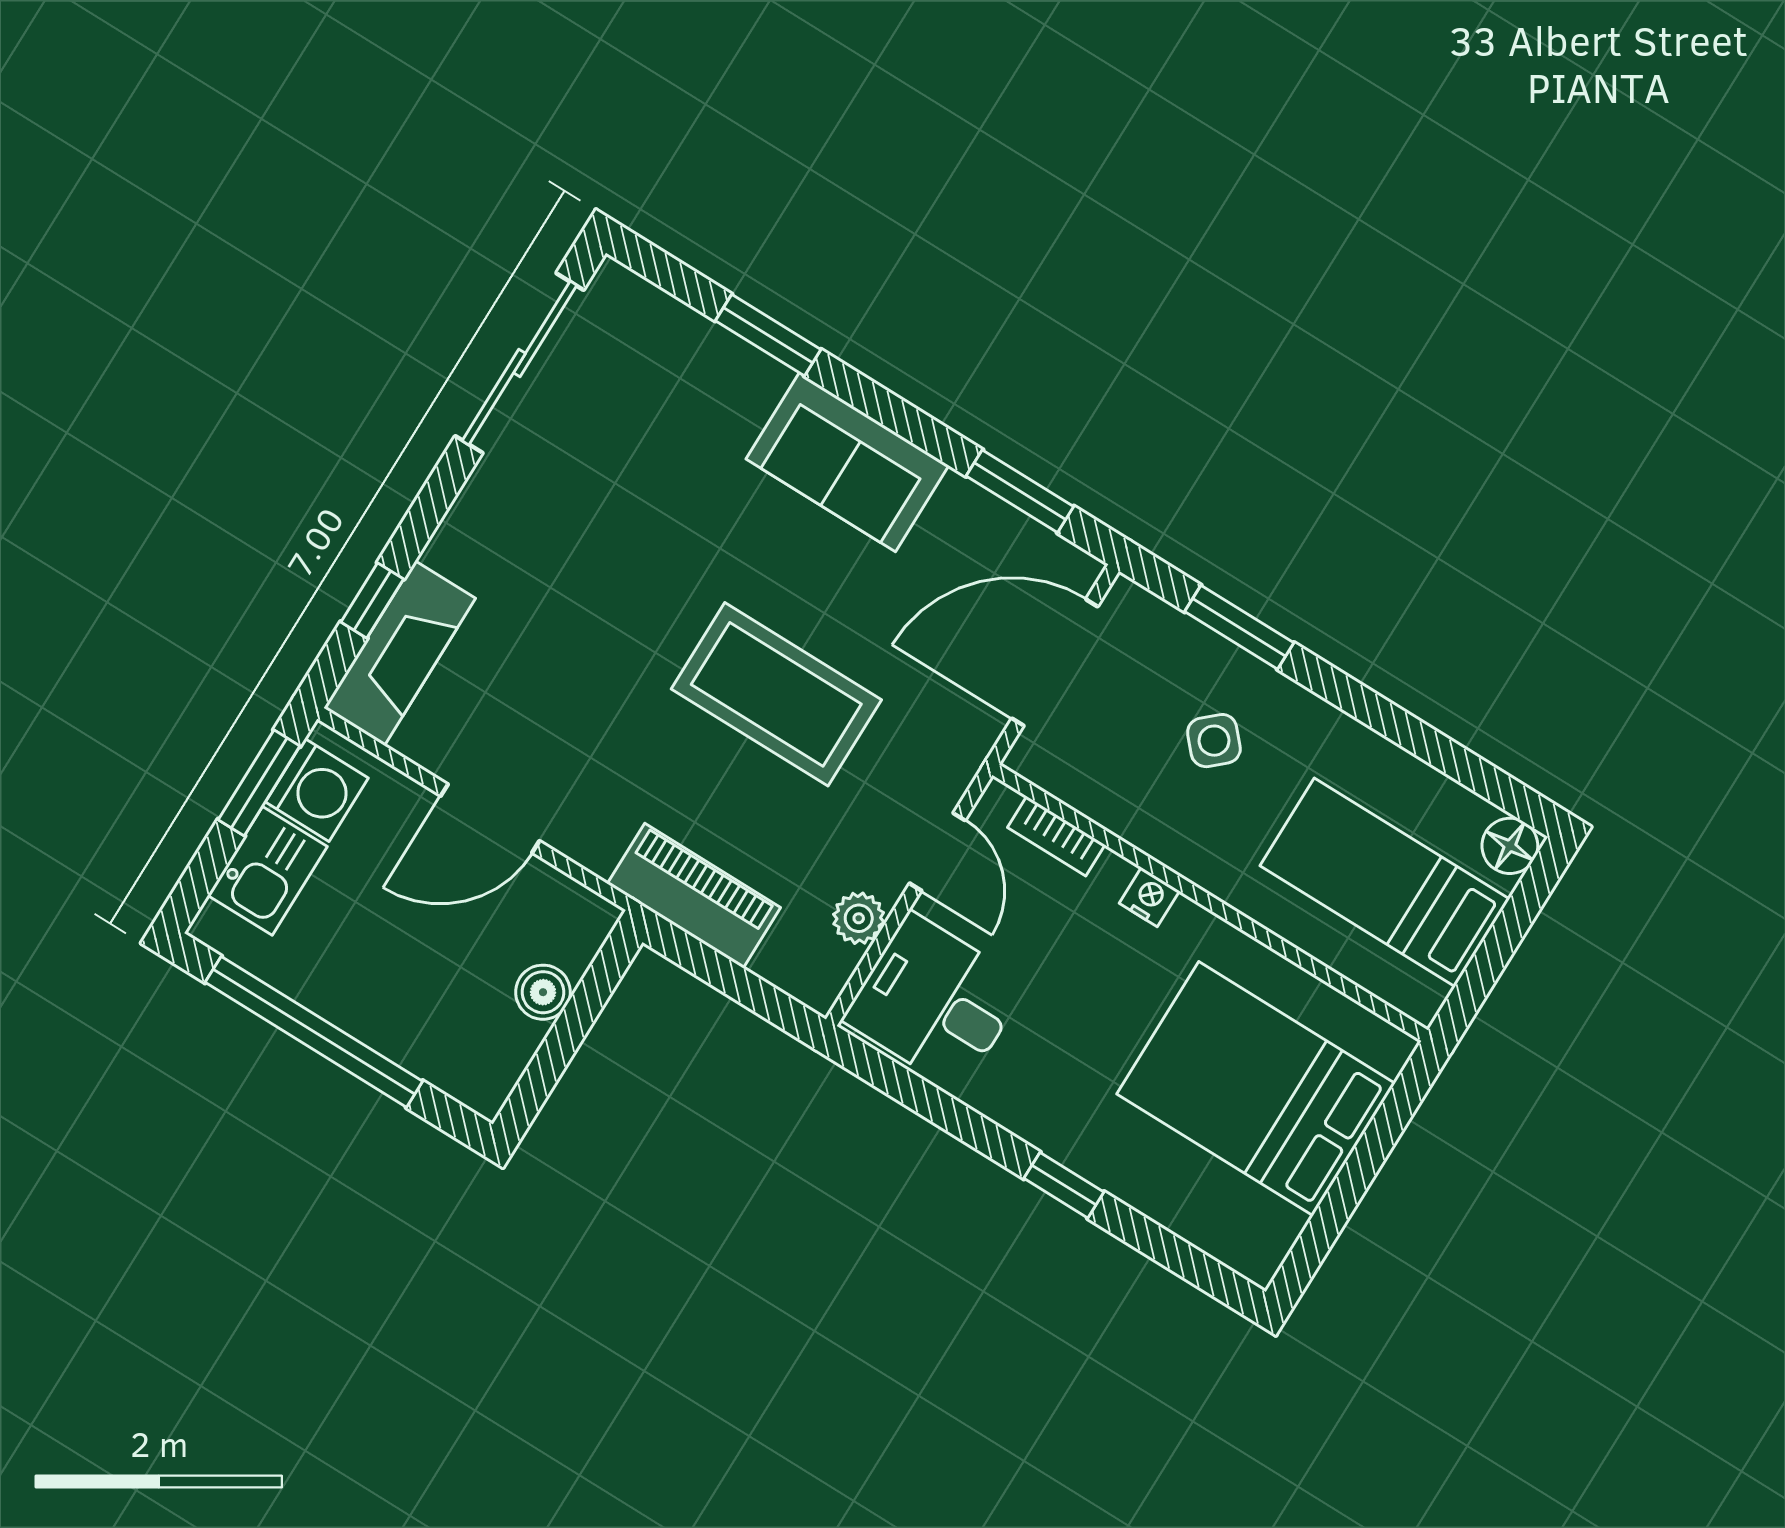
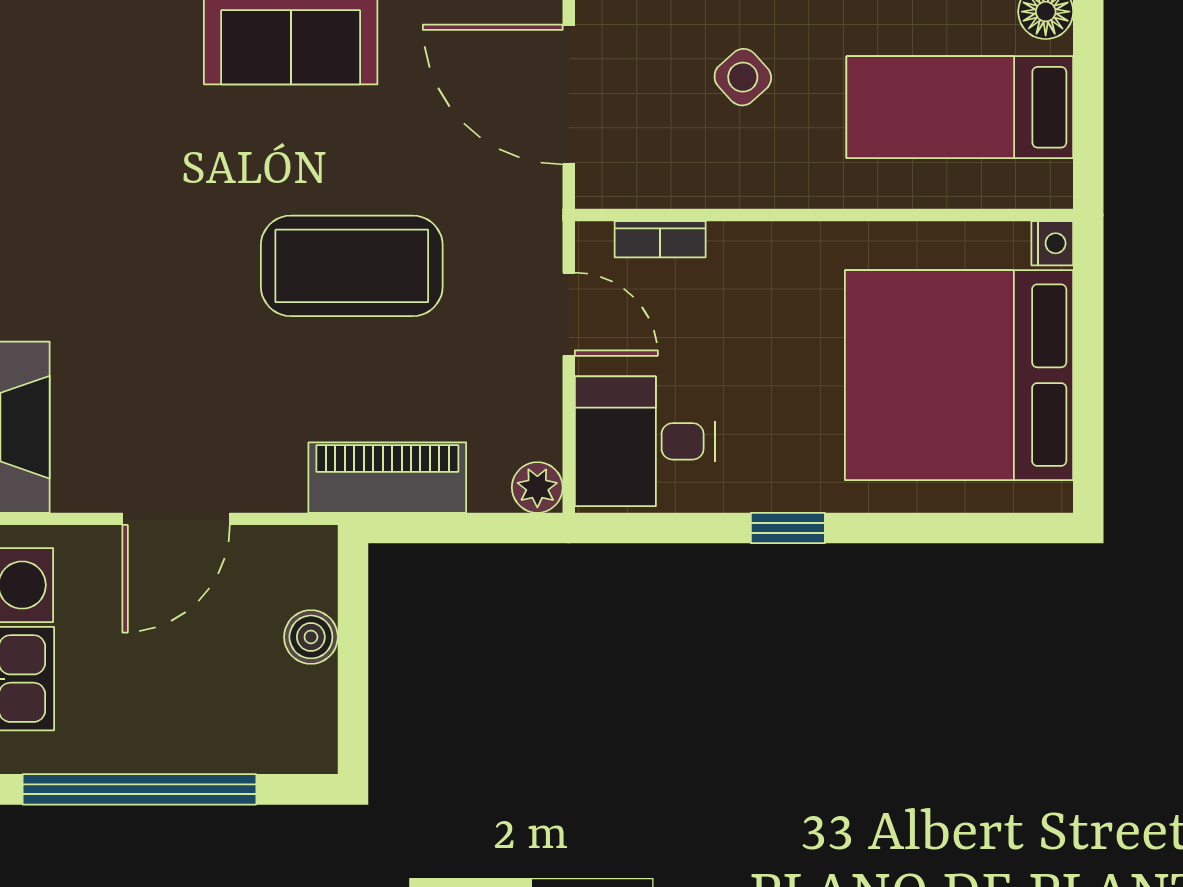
door: (1055, 662) -> (569, 94), hinge flipped
nightstand: (1149, 897) -> (1052, 243), moved, turned 90
plant: (859, 918) -> (537, 487), moved
bed: (1256, 1089) -> (959, 375), width x1.36
window: (1064, 1185) -> (788, 528), moved

